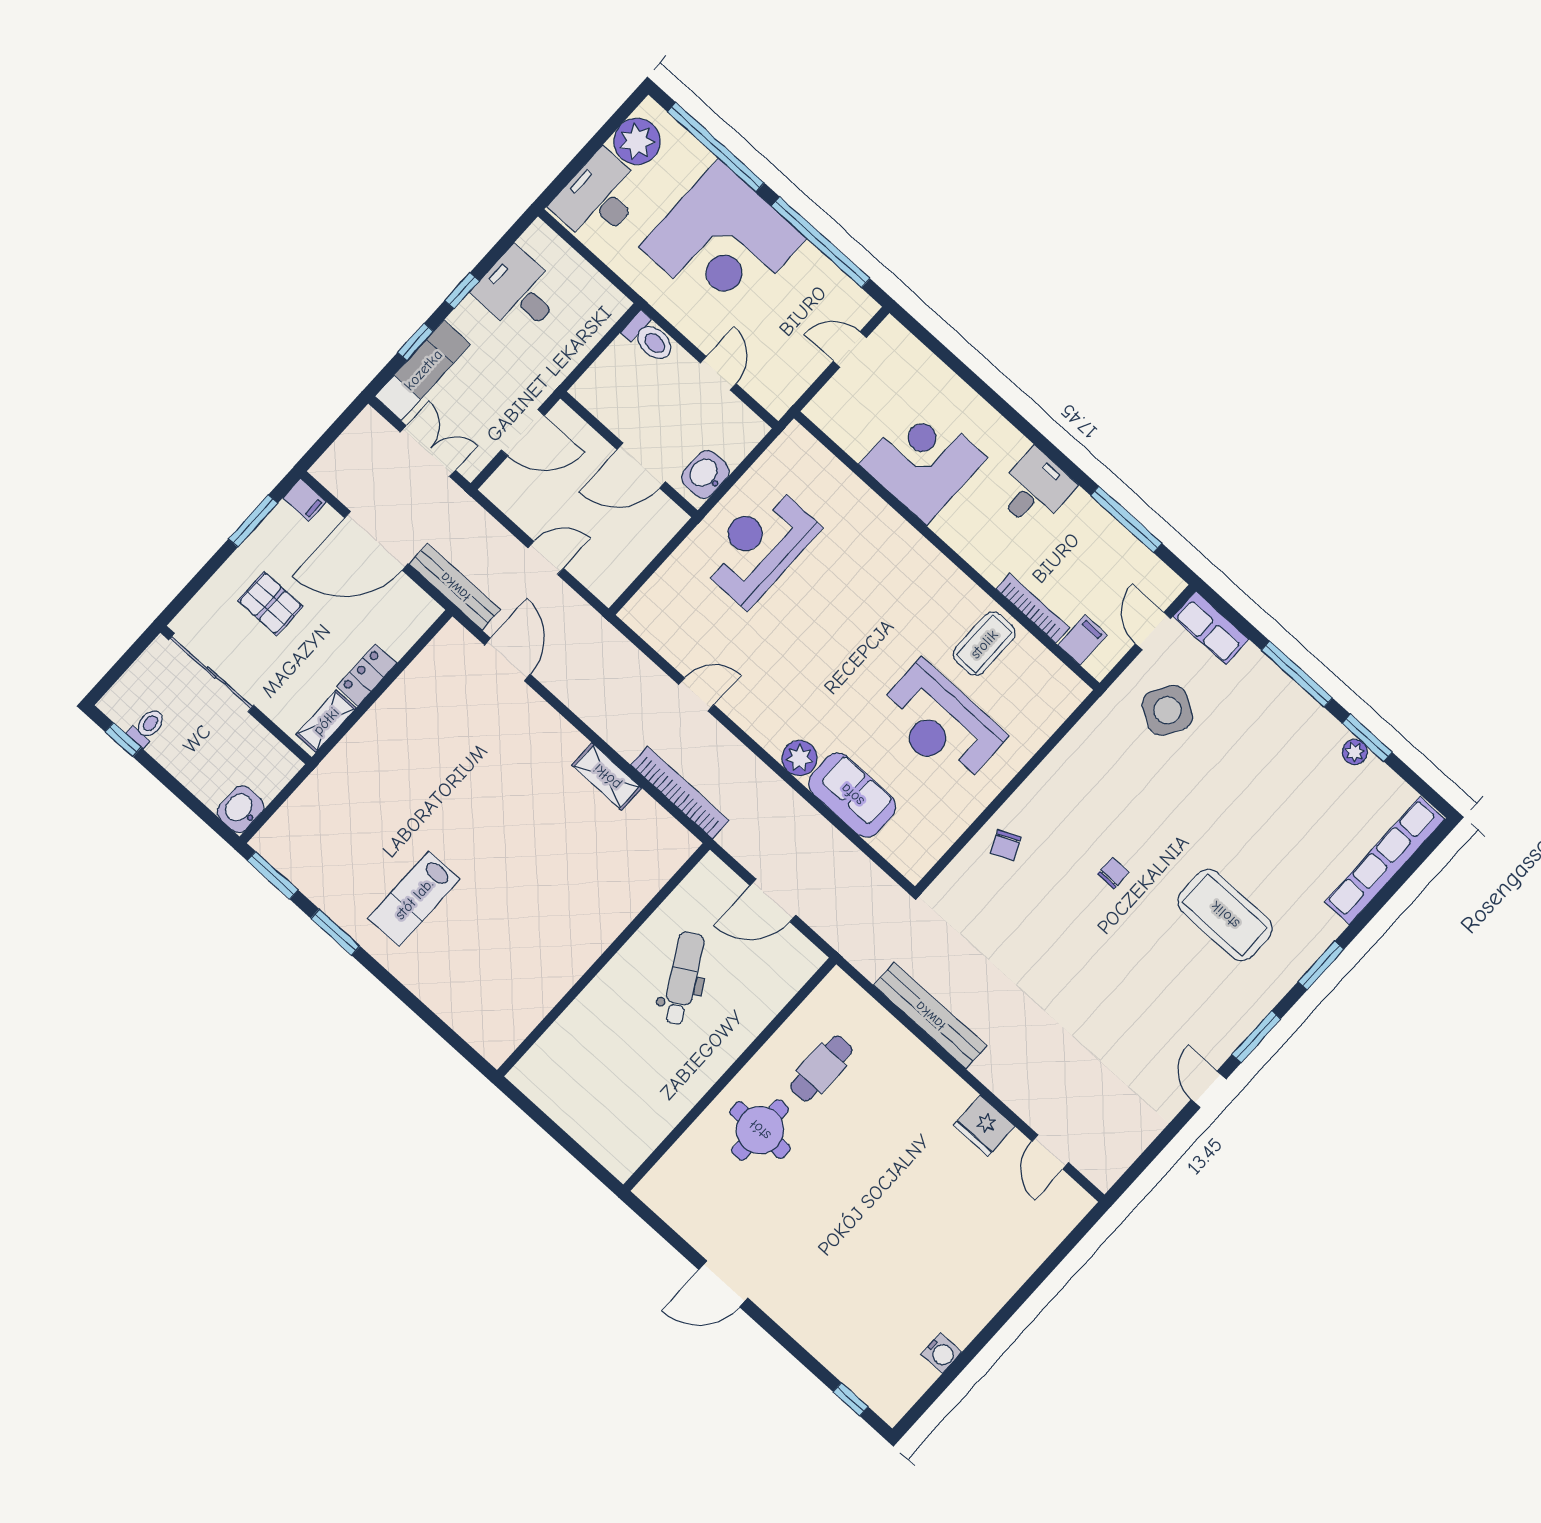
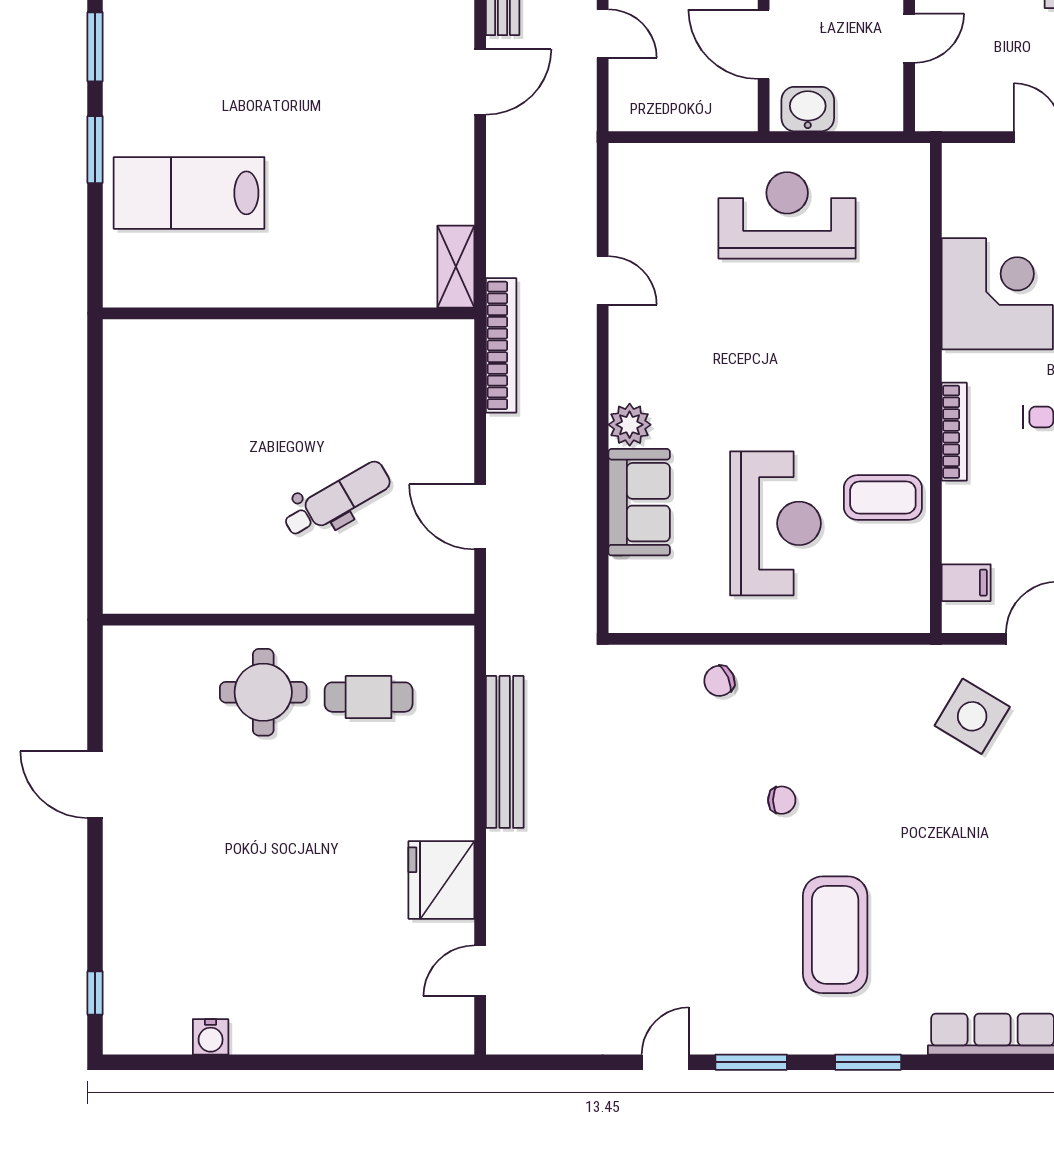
bookcase: (1033, 608) -> (954, 432), moved
reception desk: (941, 724) -> (775, 523), turned 180
lab bench: (414, 899) -> (189, 193), width x1.36, depth x1.39
wall: (603, 960) -> (289, 313), moved
fridge: (984, 1126) -> (441, 880), width x1.36, depth x1.34

